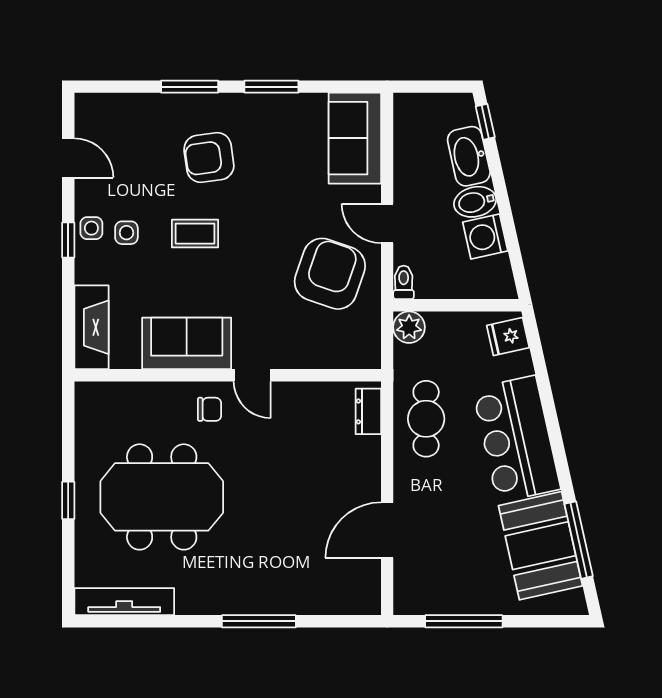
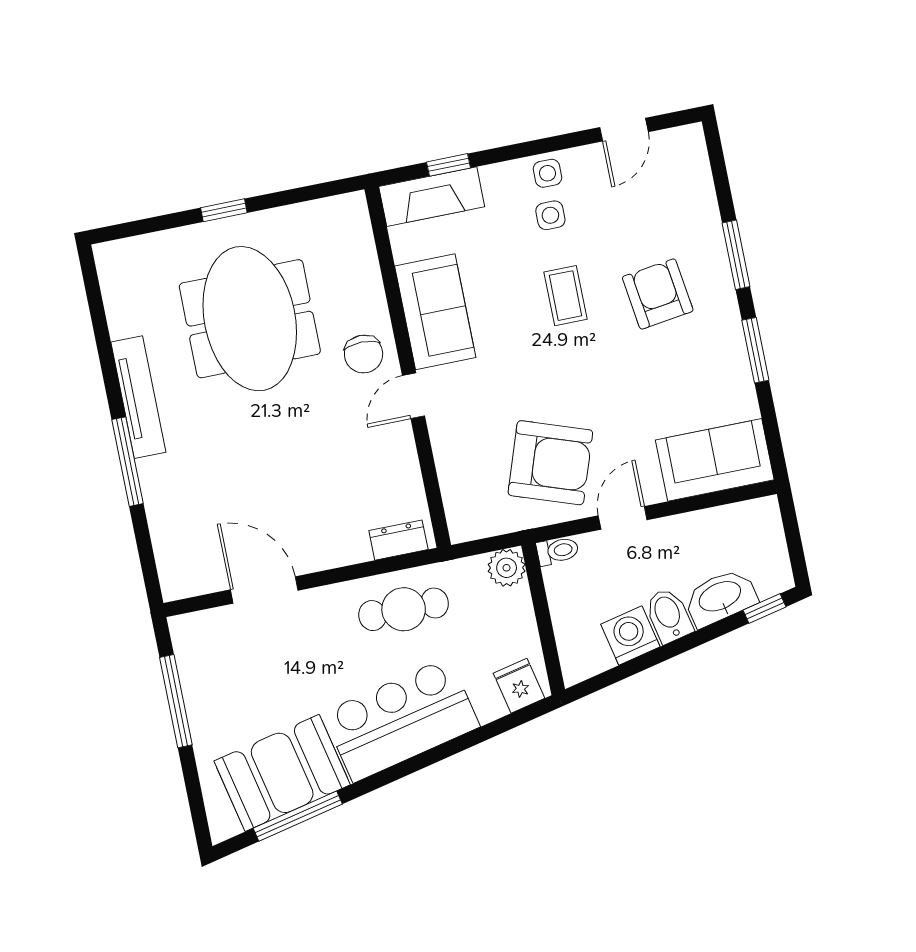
window: (68, 240) -> (448, 165), moved
chair: (210, 409) -> (364, 354), width x1.37, depth x1.37
tv unit: (124, 602) -> (138, 397), moved

